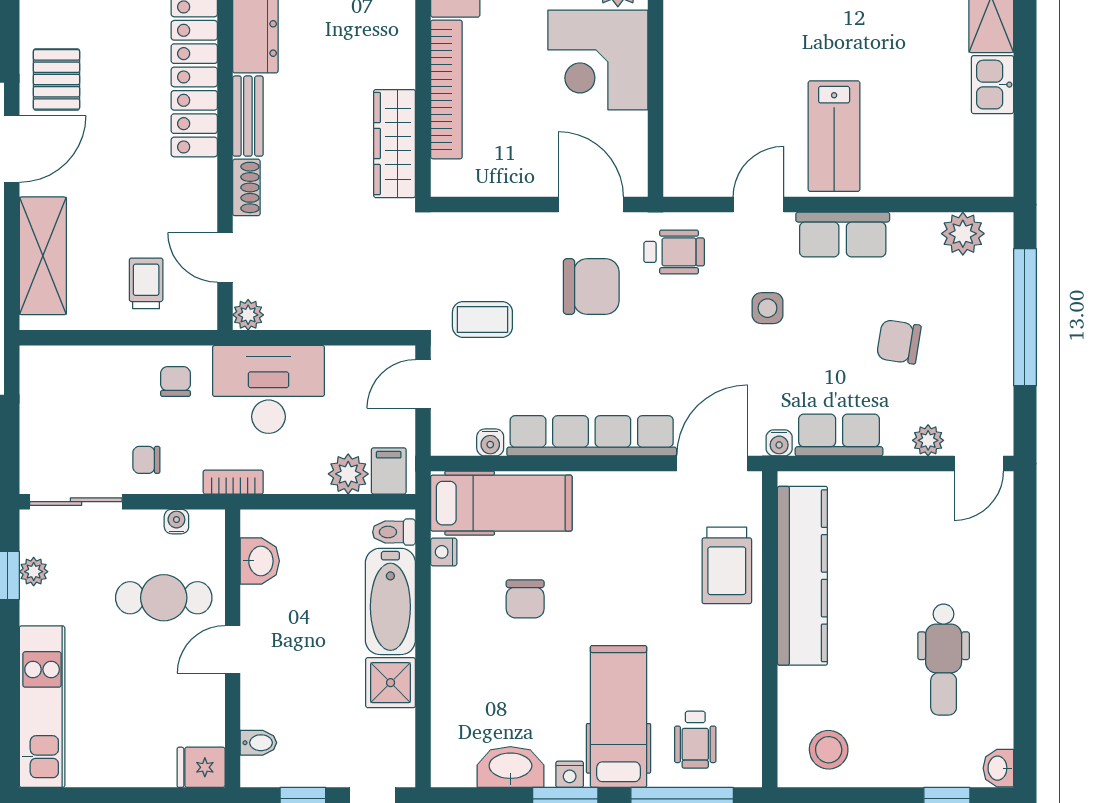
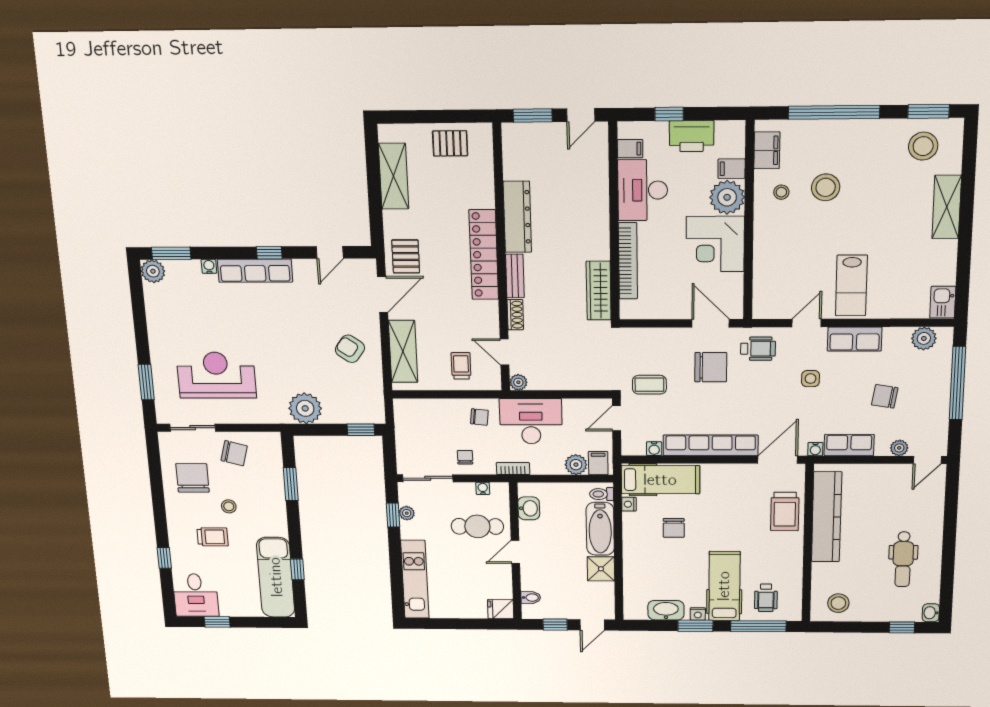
kitchen sink: (993, 85) -> (943, 302), moved
chair: (175, 381) -> (479, 417), turned 96
chair: (146, 460) -> (465, 457), turned 90

